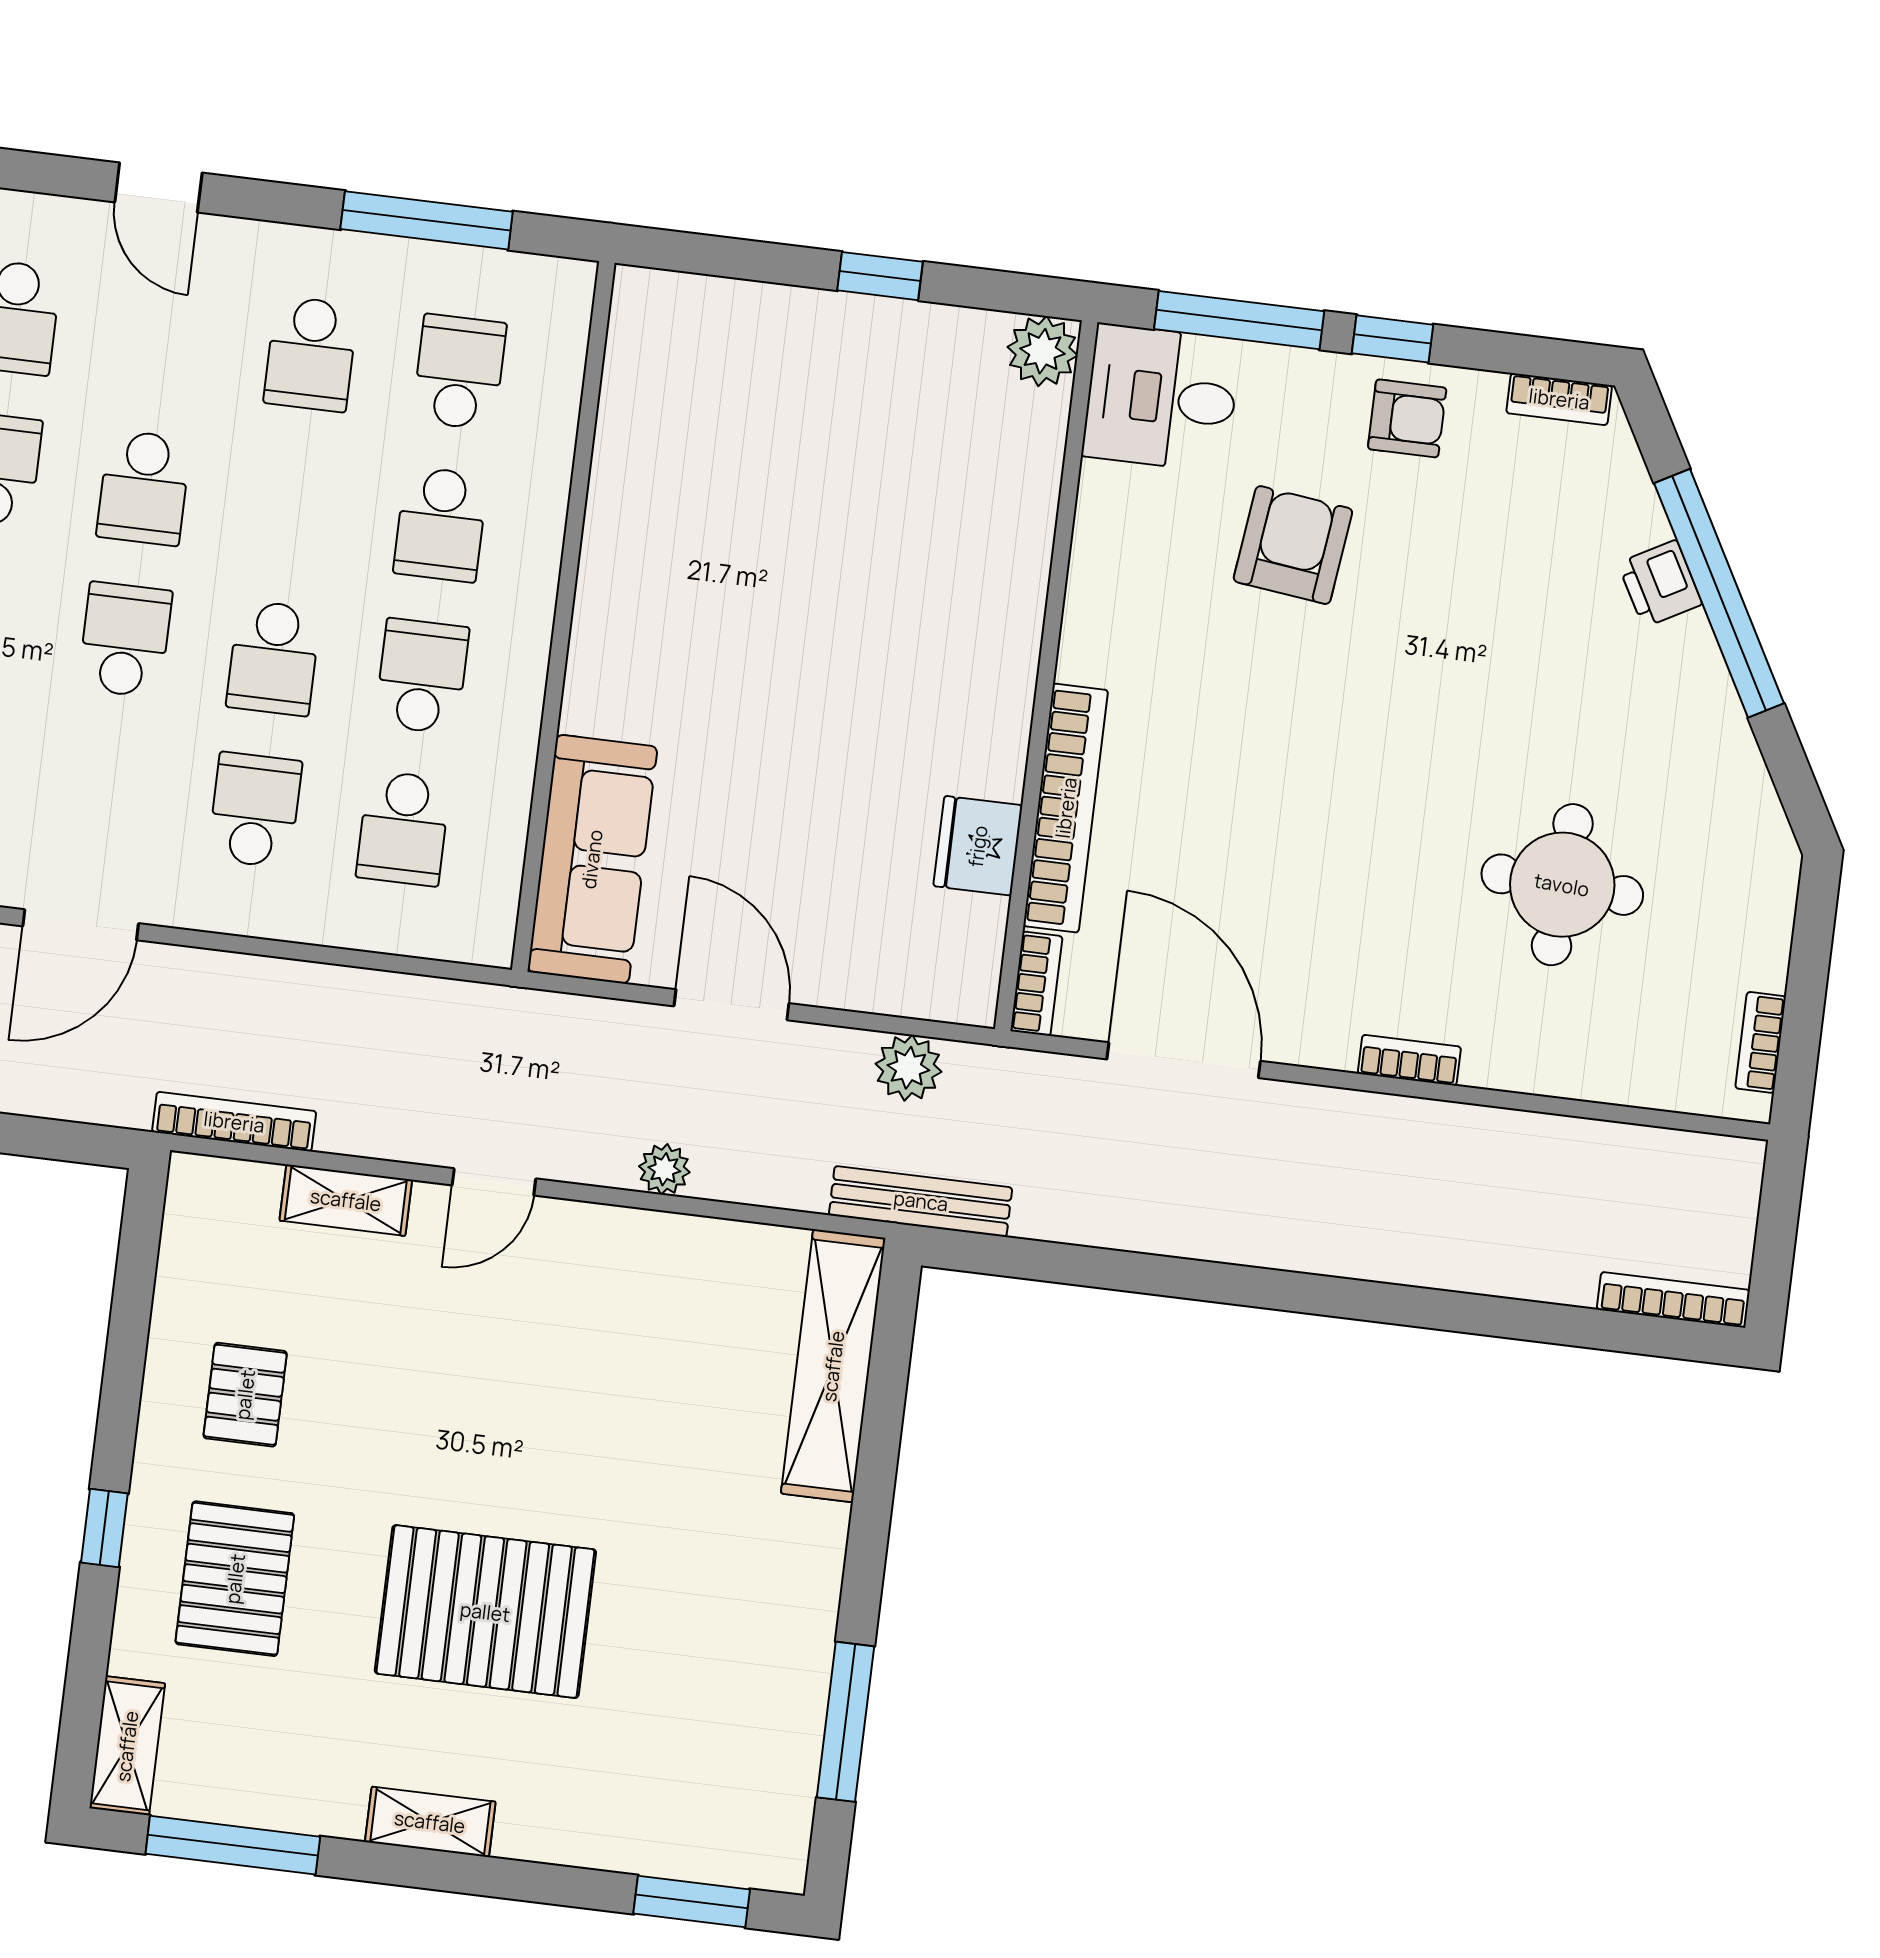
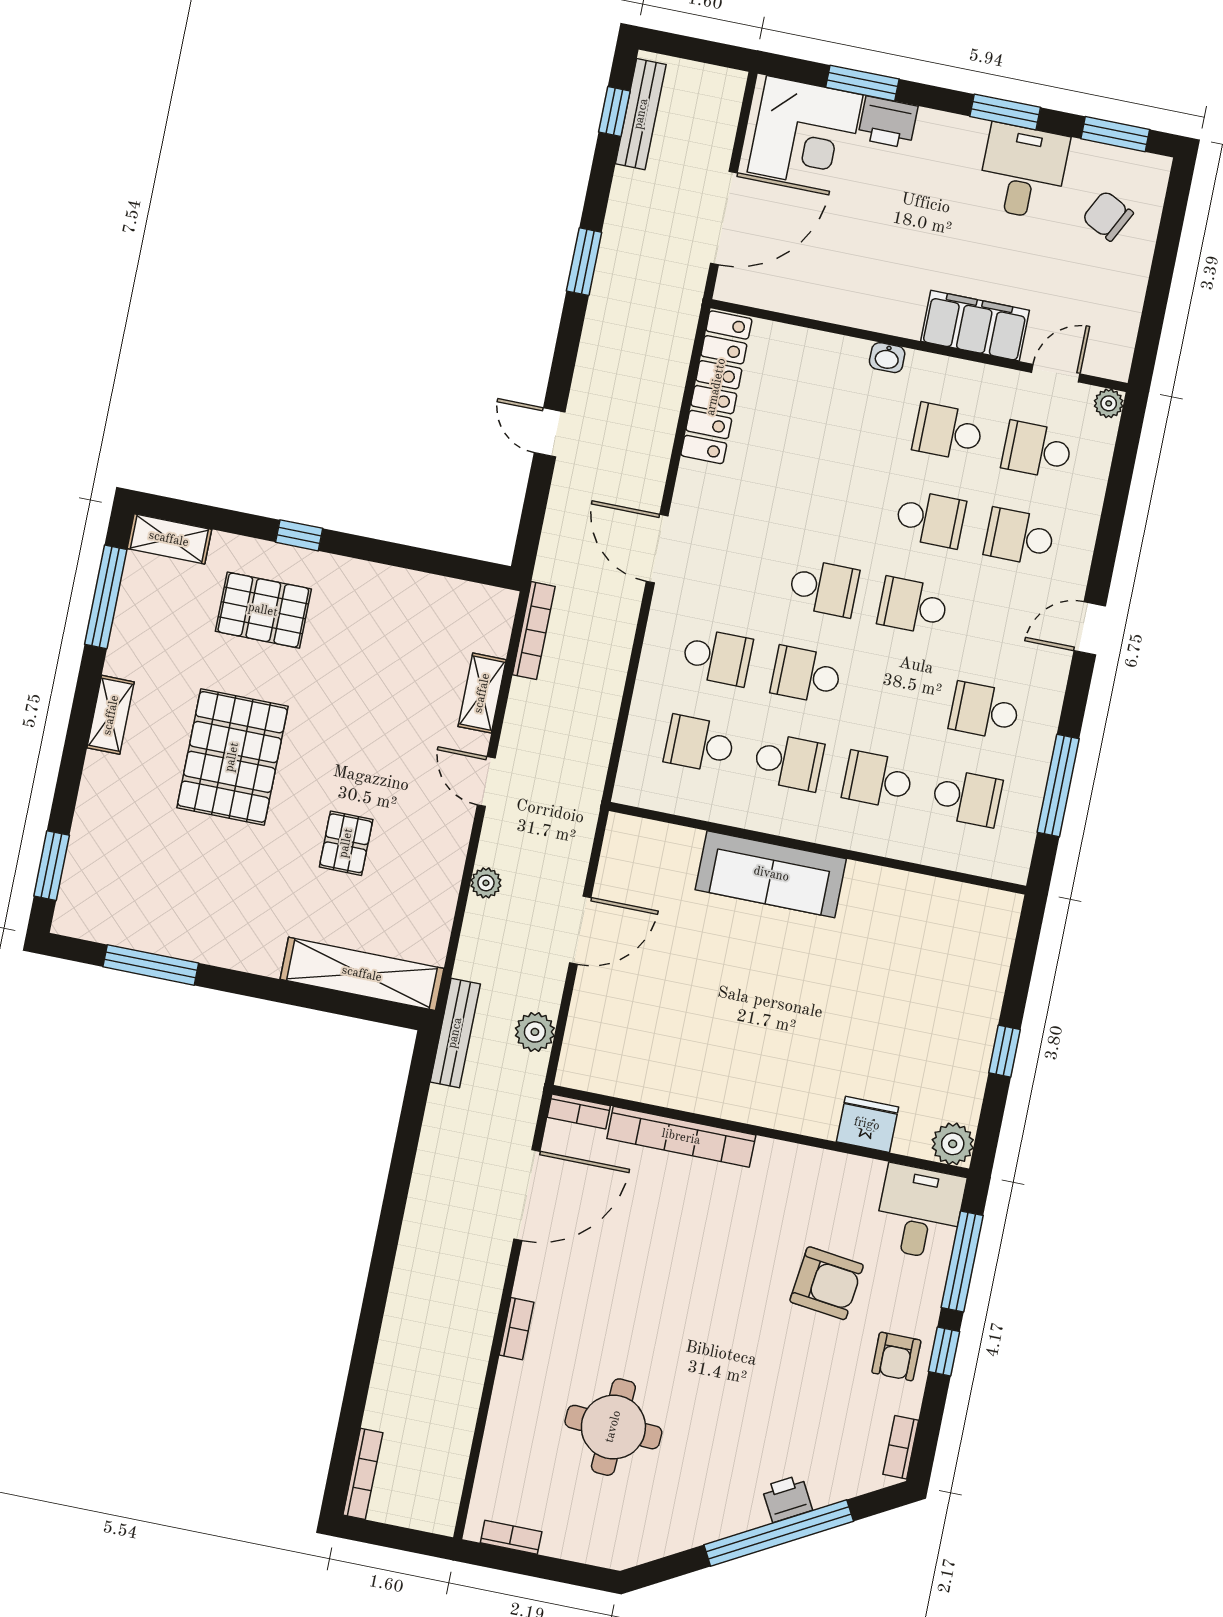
fridge: (978, 846) -> (867, 1124), moved
sofa: (592, 859) -> (771, 874), moved
pallet: (245, 1395) -> (346, 843), moved, turned 90

